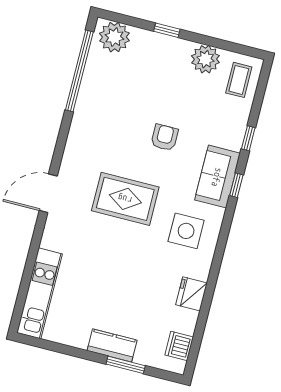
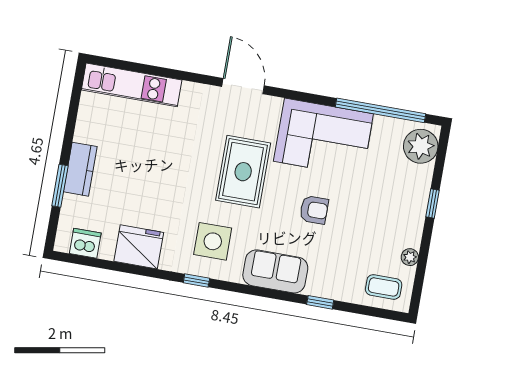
plant: (205, 59) -> (410, 257), width x0.53, depth x0.53
corner sofa: (100, 124) -> (323, 138), added
window: (236, 185) -> (196, 281), moved
fridge: (191, 294) -> (139, 247), width x1.36, depth x1.34

